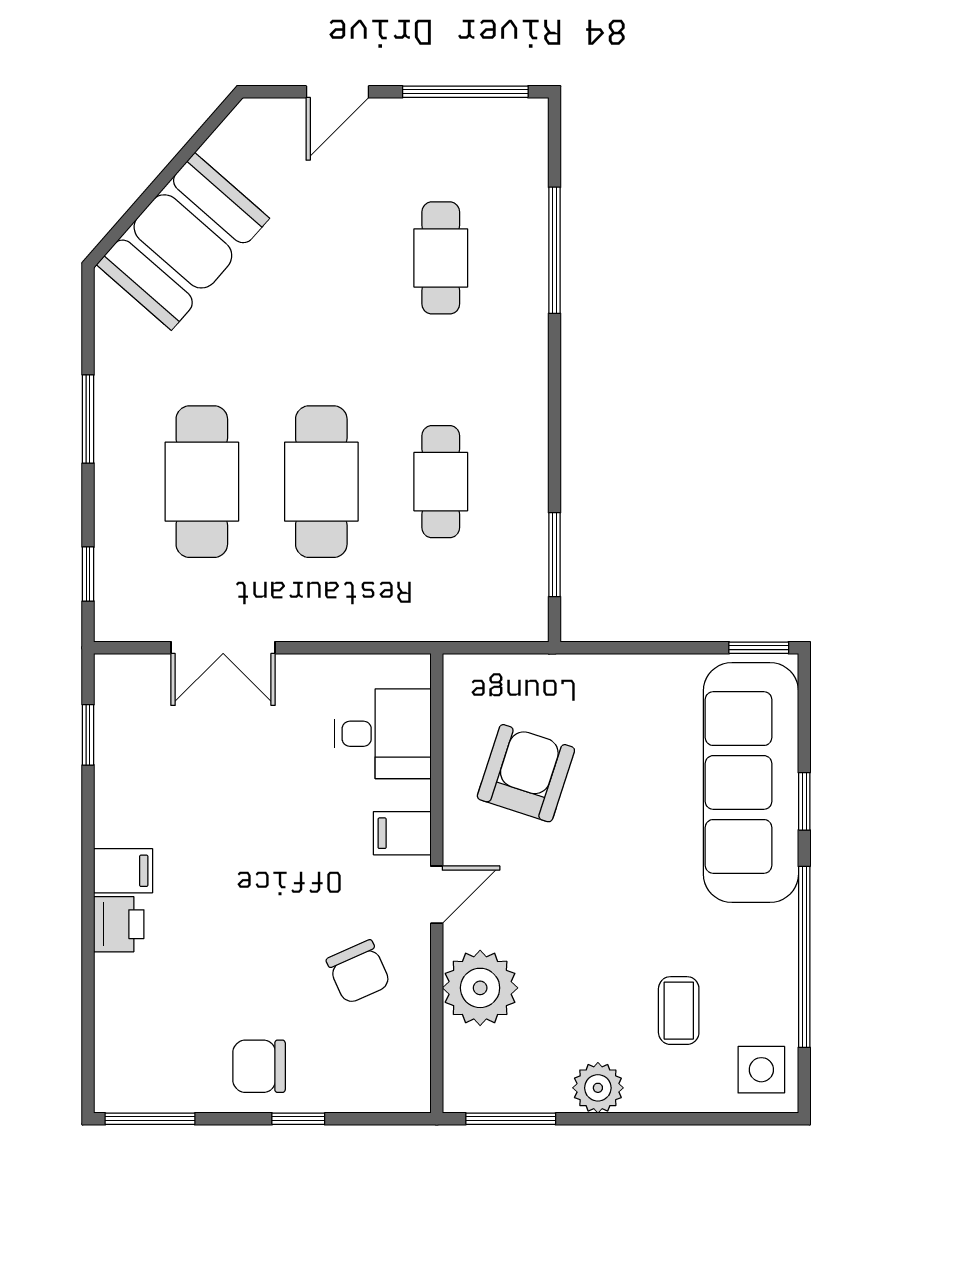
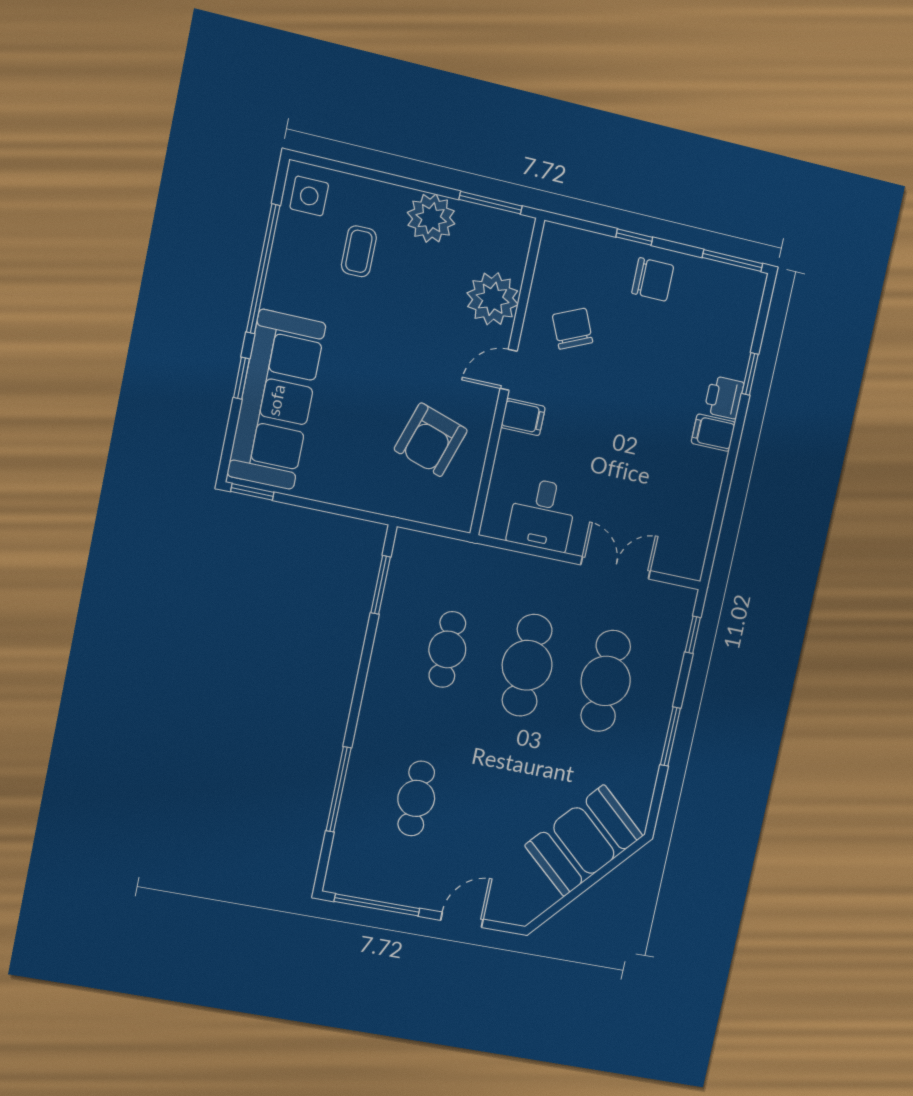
desk: (383, 734) -> (542, 515), moved, turned -90
window: (88, 735) -> (750, 374), moved
plant: (598, 1088) -> (431, 218), width x1.36, depth x1.36

